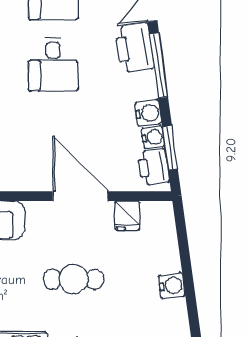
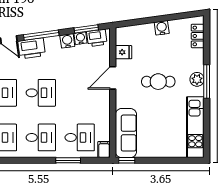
door: (80, 196) -> (113, 78), width x0.73
cafe table: (74, 279) -> (158, 82), turned 90

